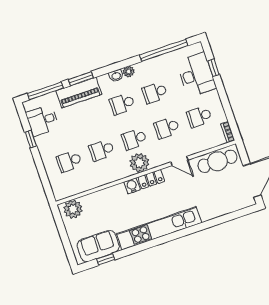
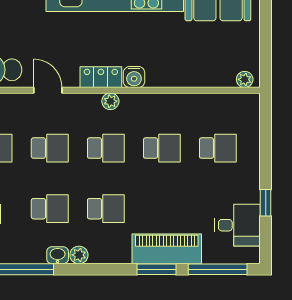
washbasin: (116, 76) -> (58, 255), moved
plant: (139, 163) -> (110, 101), width x0.53, depth x0.53
plant: (73, 209) -> (245, 79), width x0.53, depth x0.53

